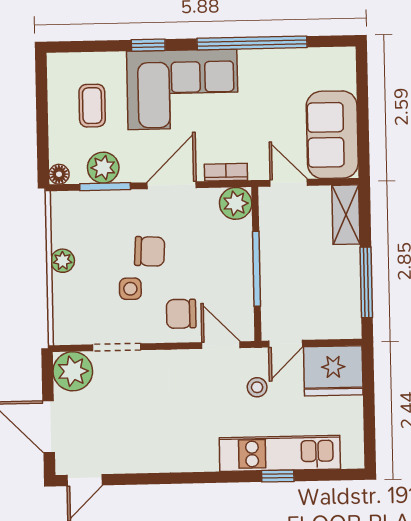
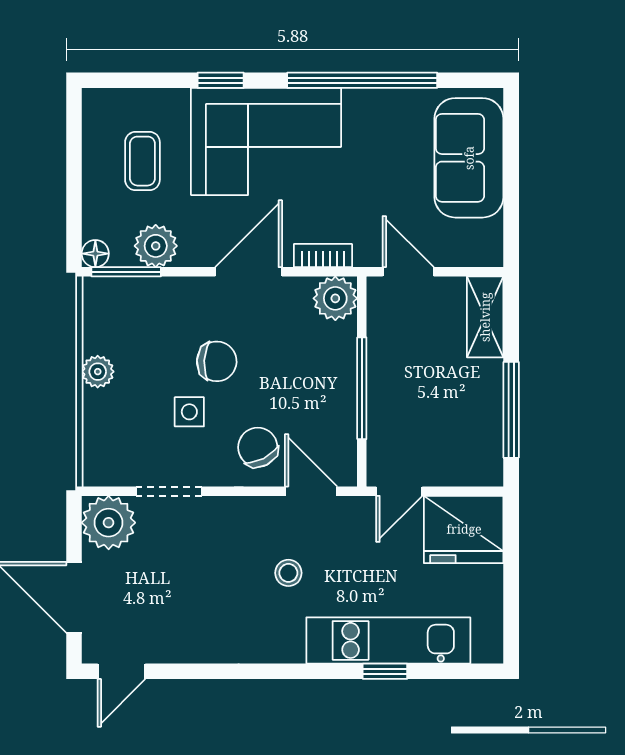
sofa: (332, 135) -> (469, 158), moved
window: (105, 187) -> (126, 272), moved
chair: (181, 314) -> (258, 447), turned 63
stool: (257, 387) -> (288, 573), moved

